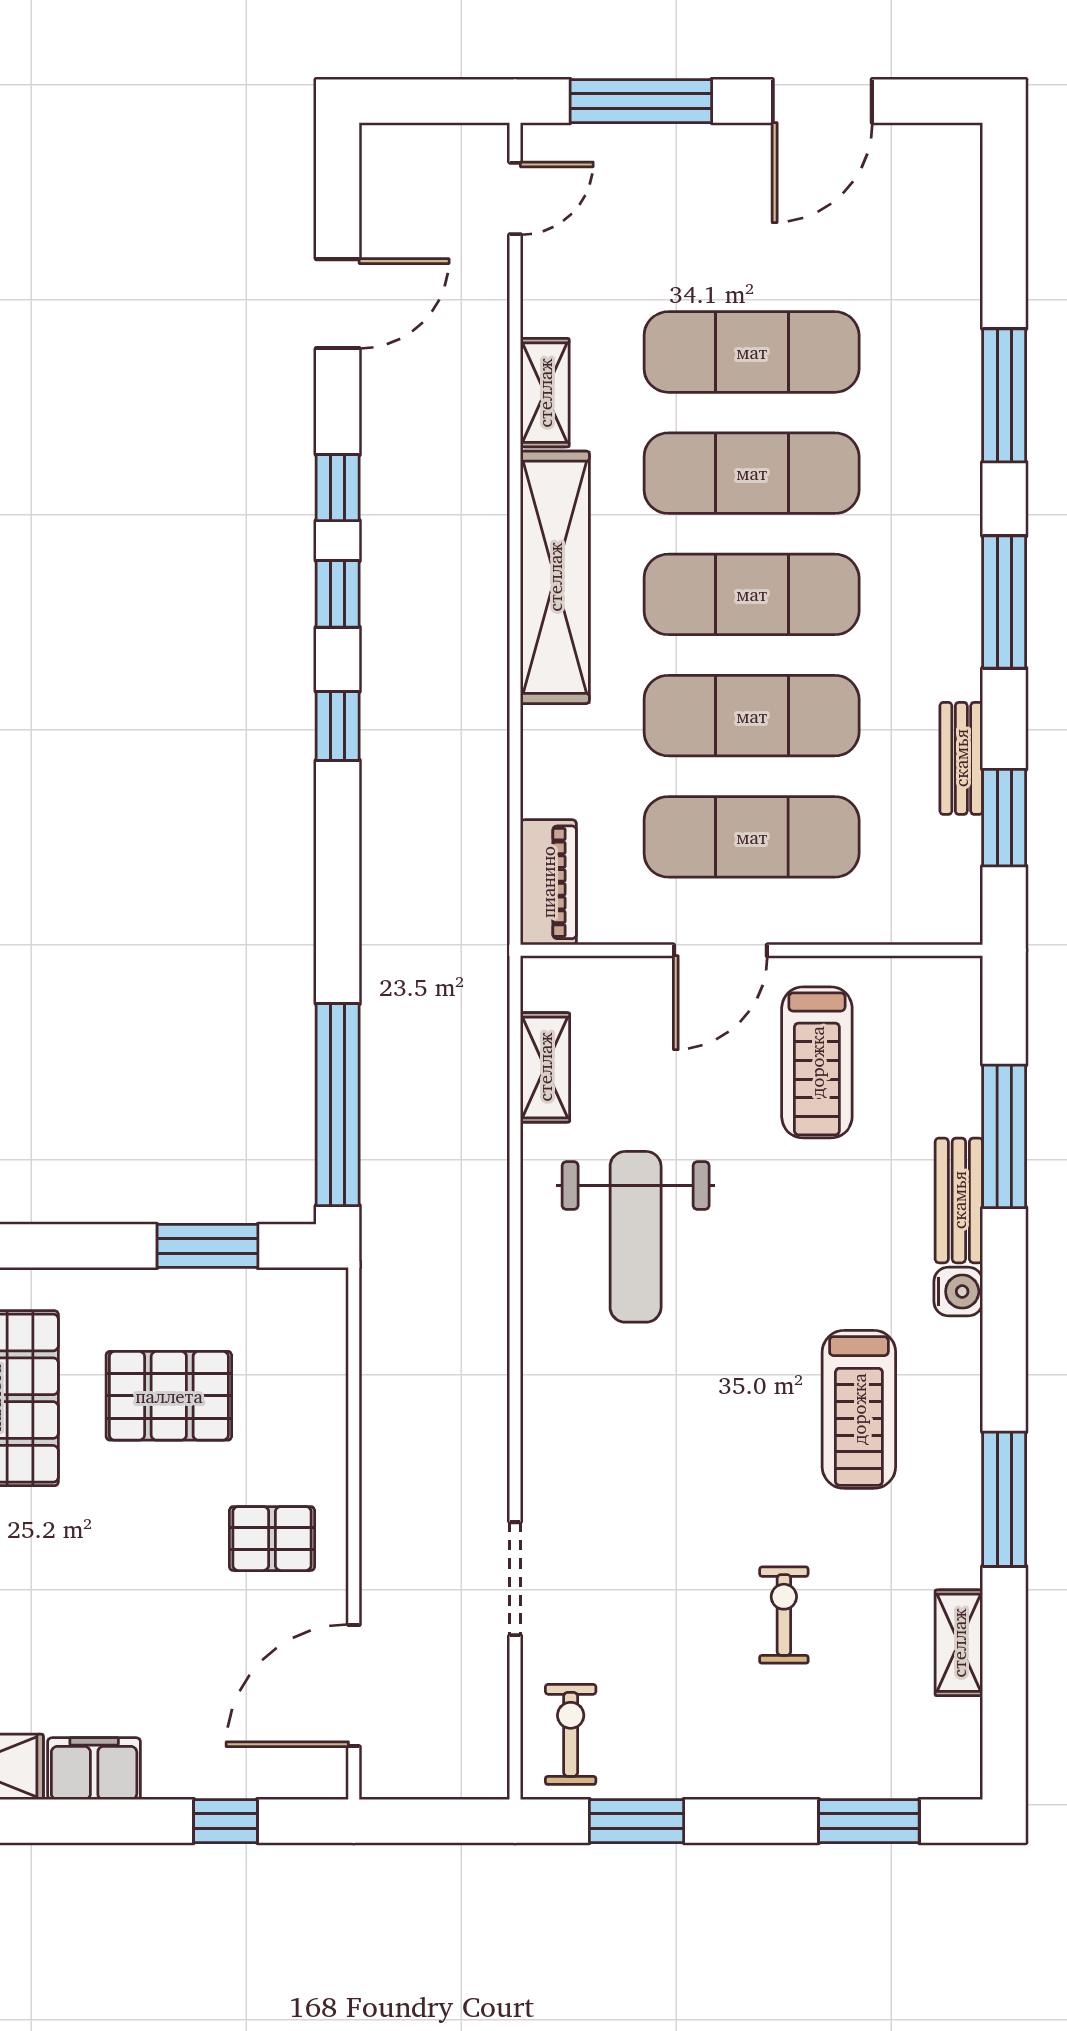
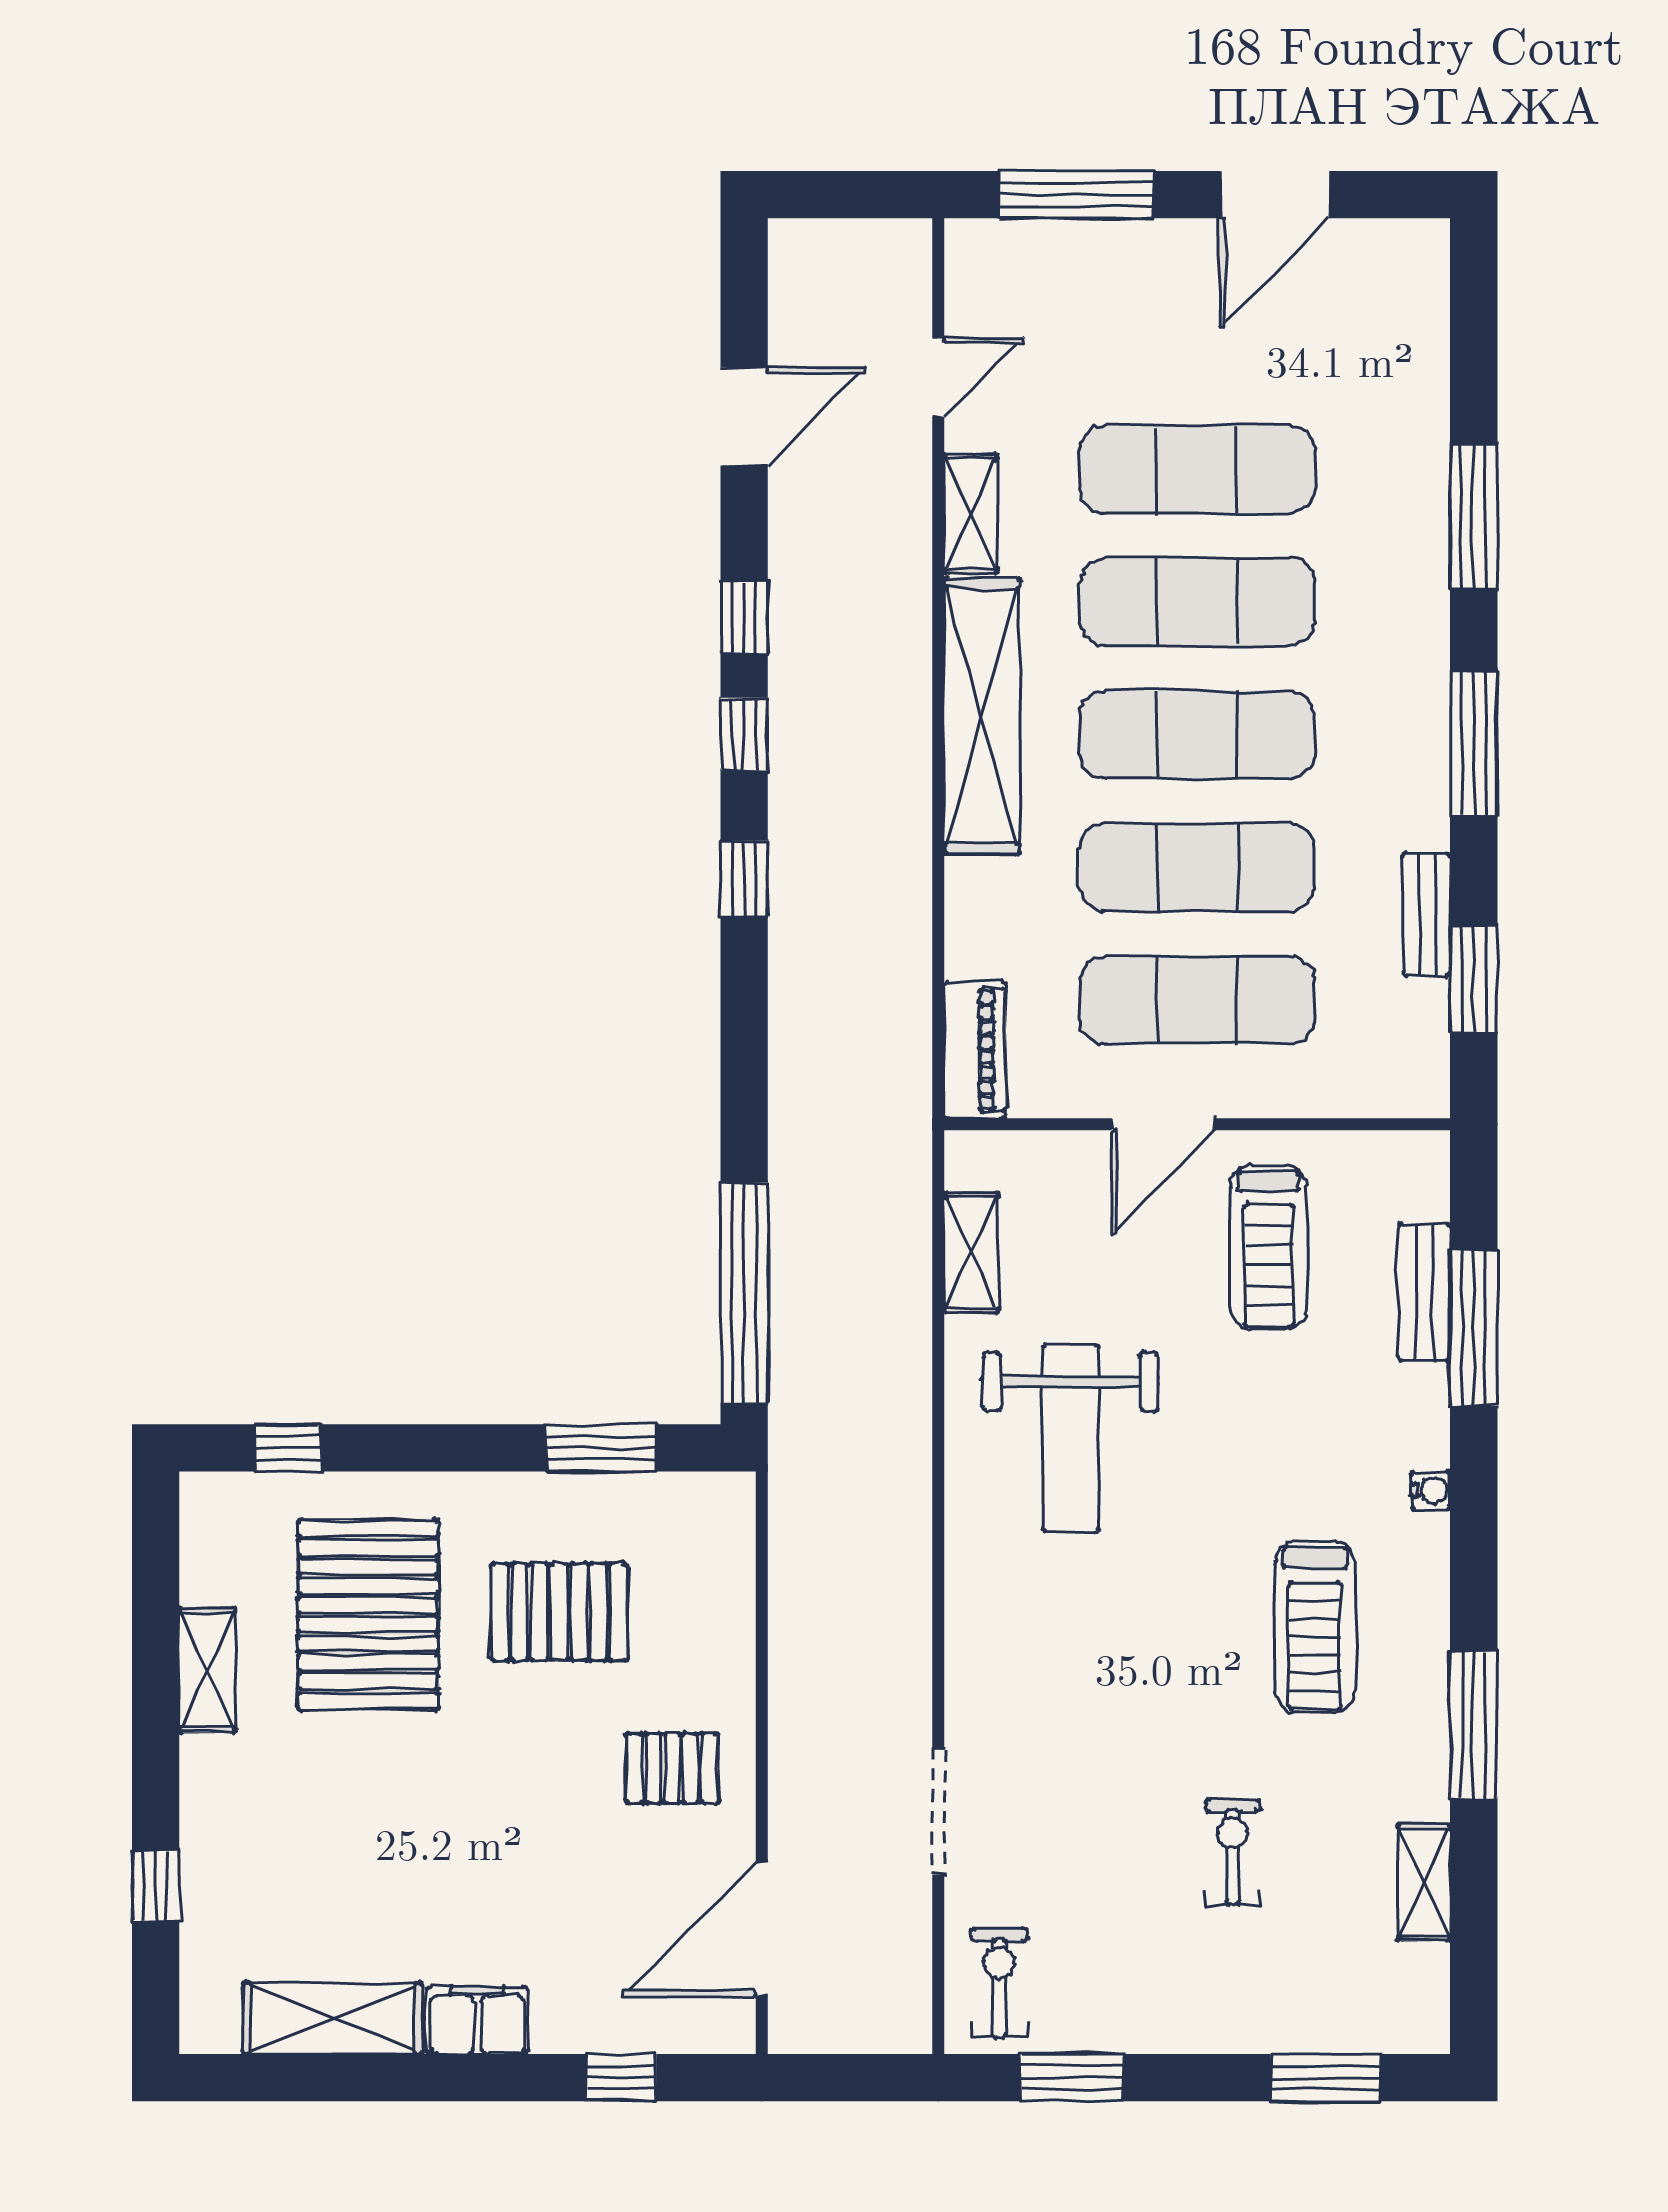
door: (515, 198) -> (938, 377), moved
bench: (959, 1200) -> (1424, 1292), moved
water cooler: (958, 1292) -> (1431, 1490), width x0.72, depth x0.72

